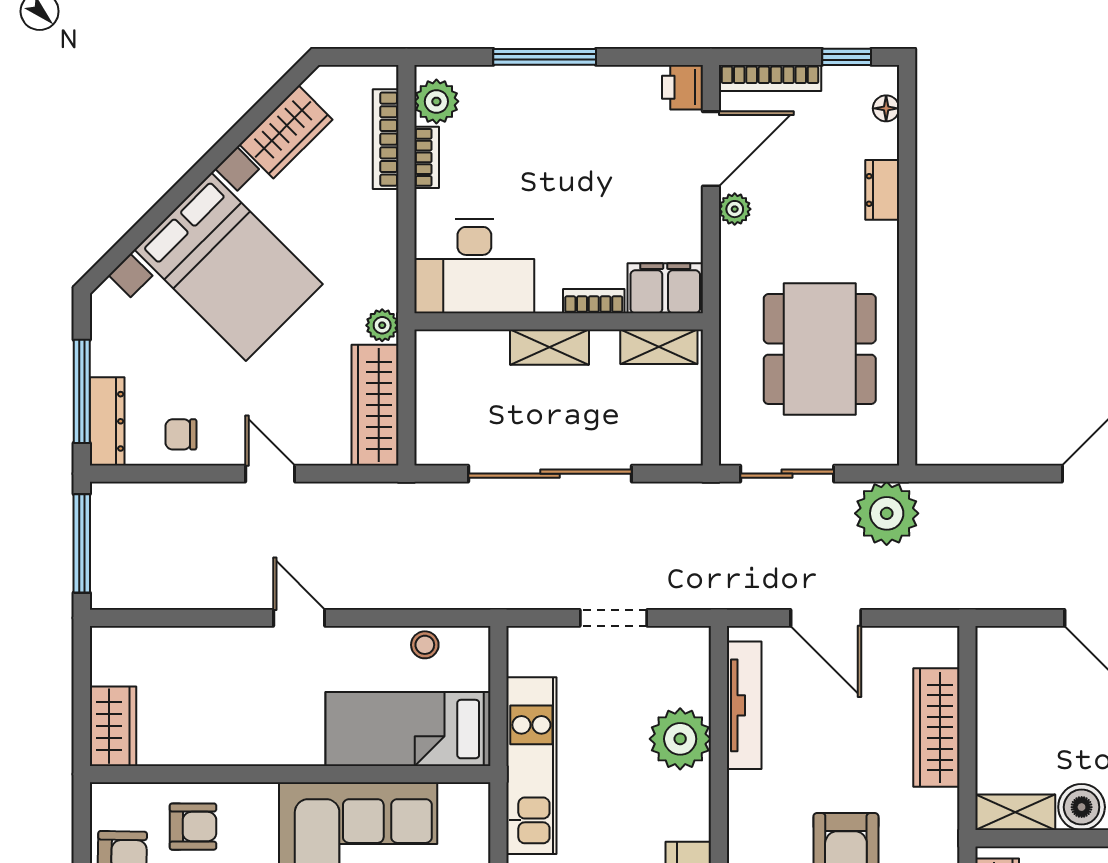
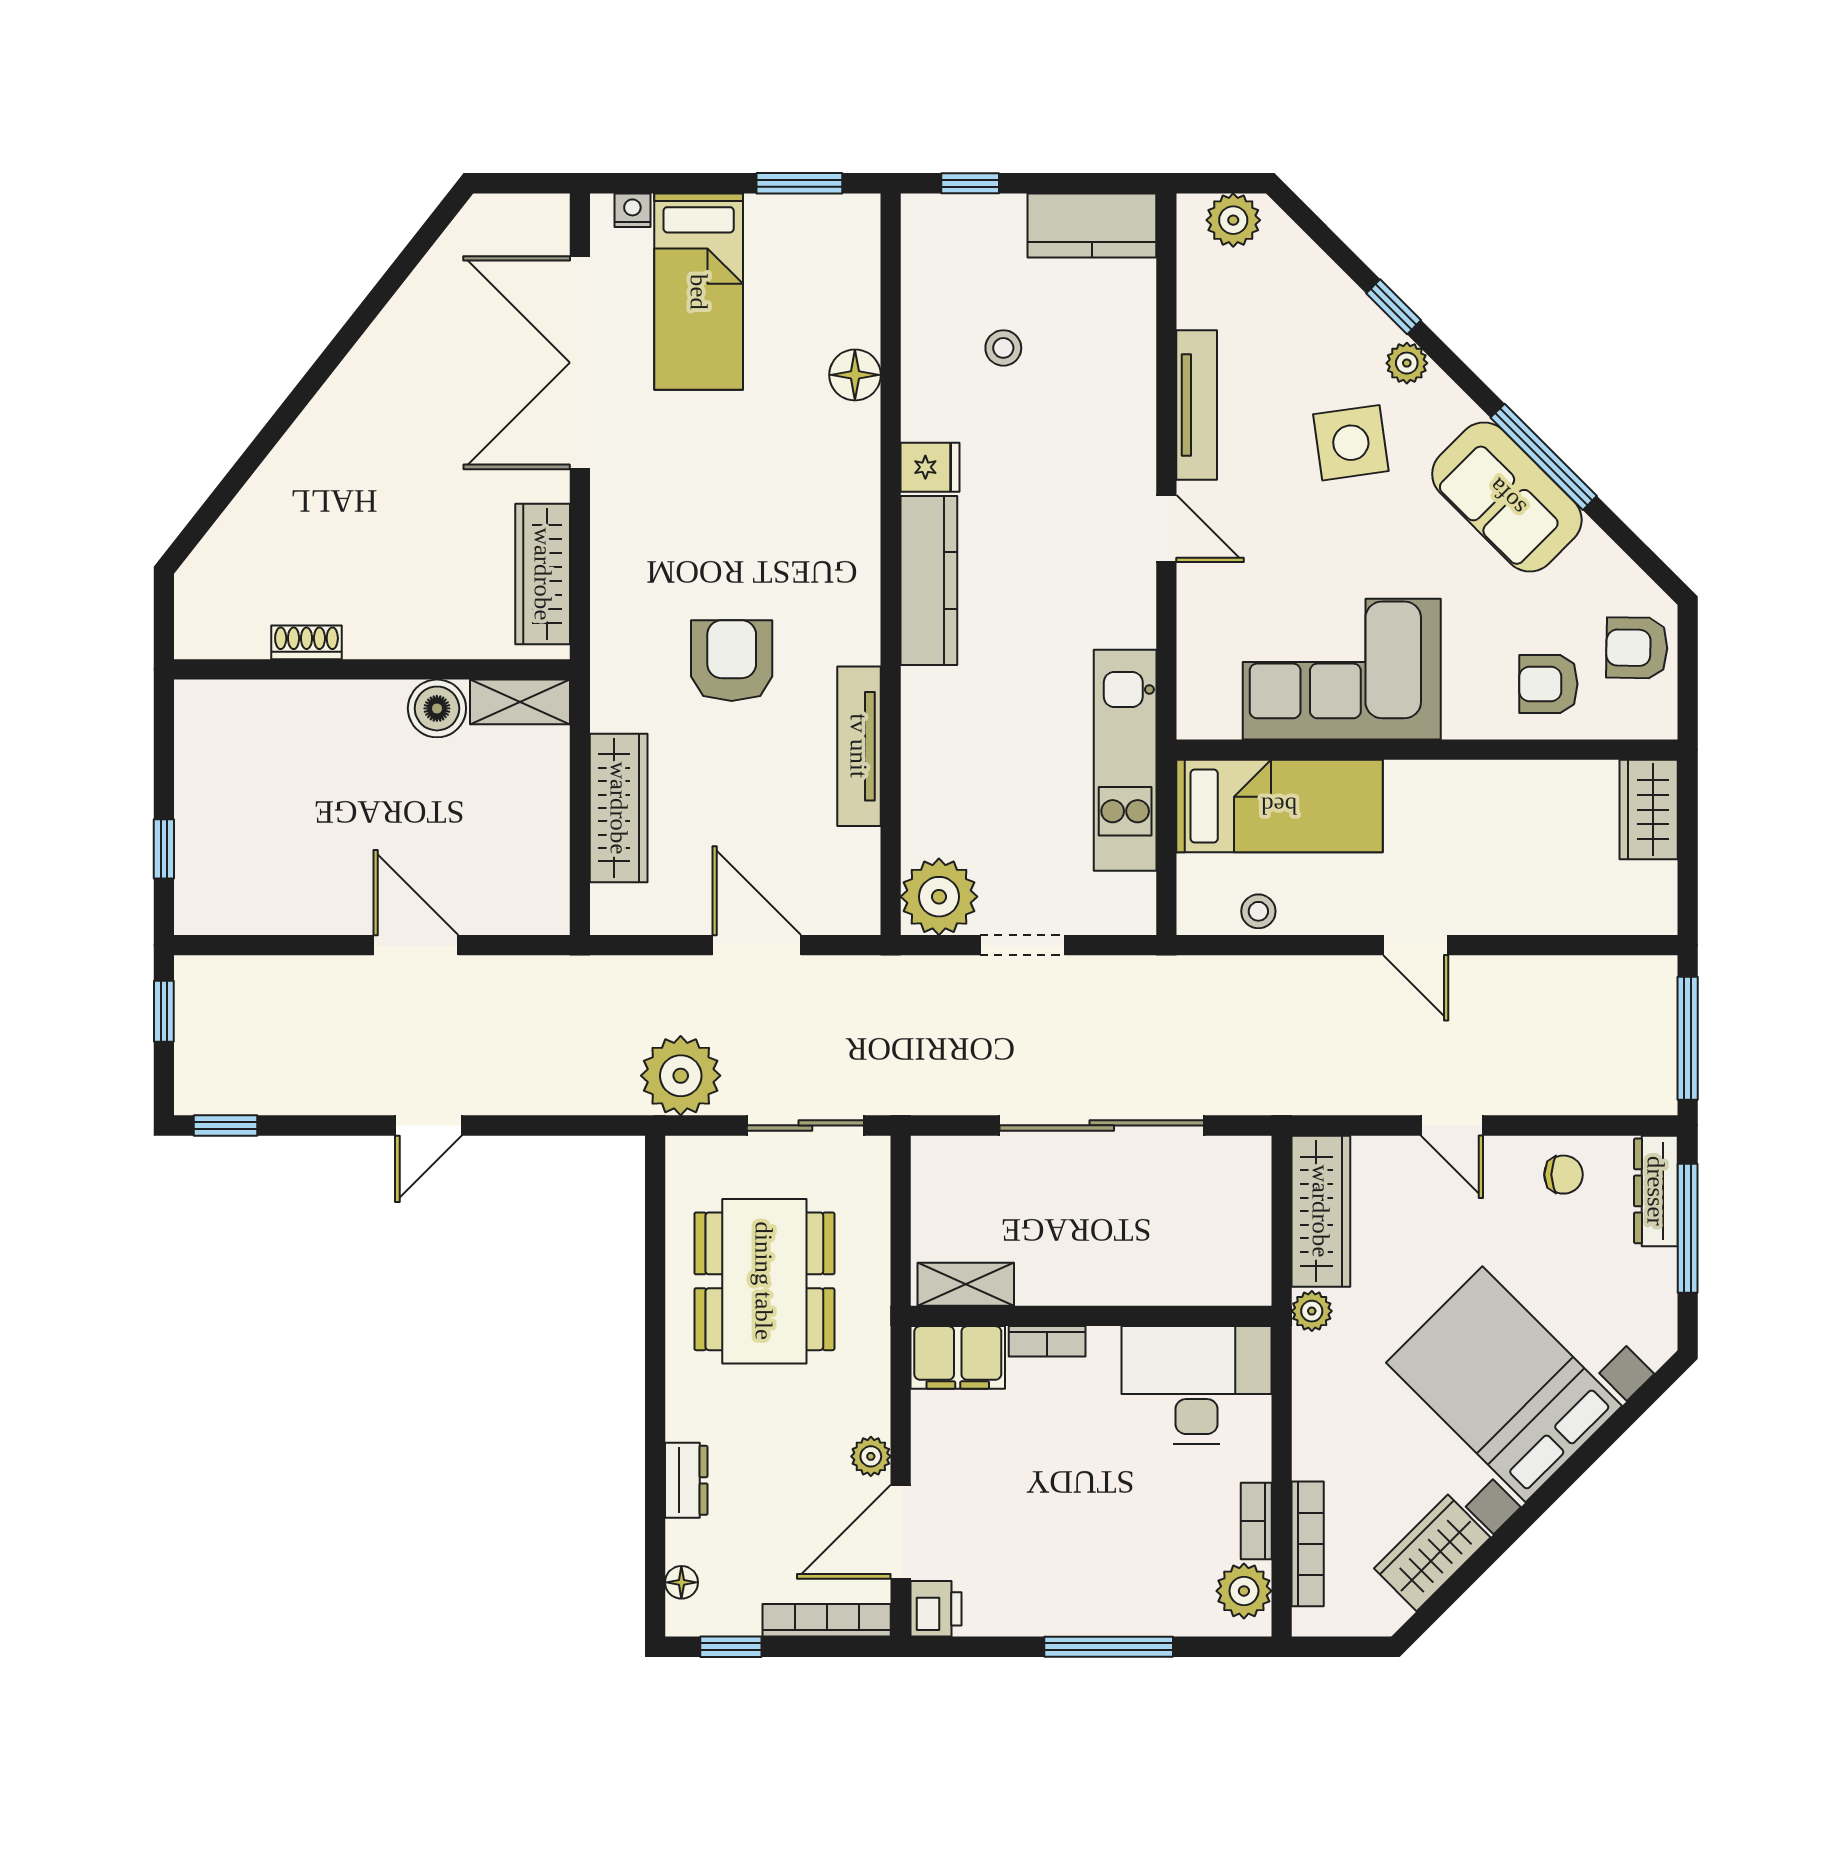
shelving: (549, 347) -> (1103, 1284), removed
tv unit: (744, 705) -> (859, 746), moved
plant: (680, 739) -> (939, 897), moved

